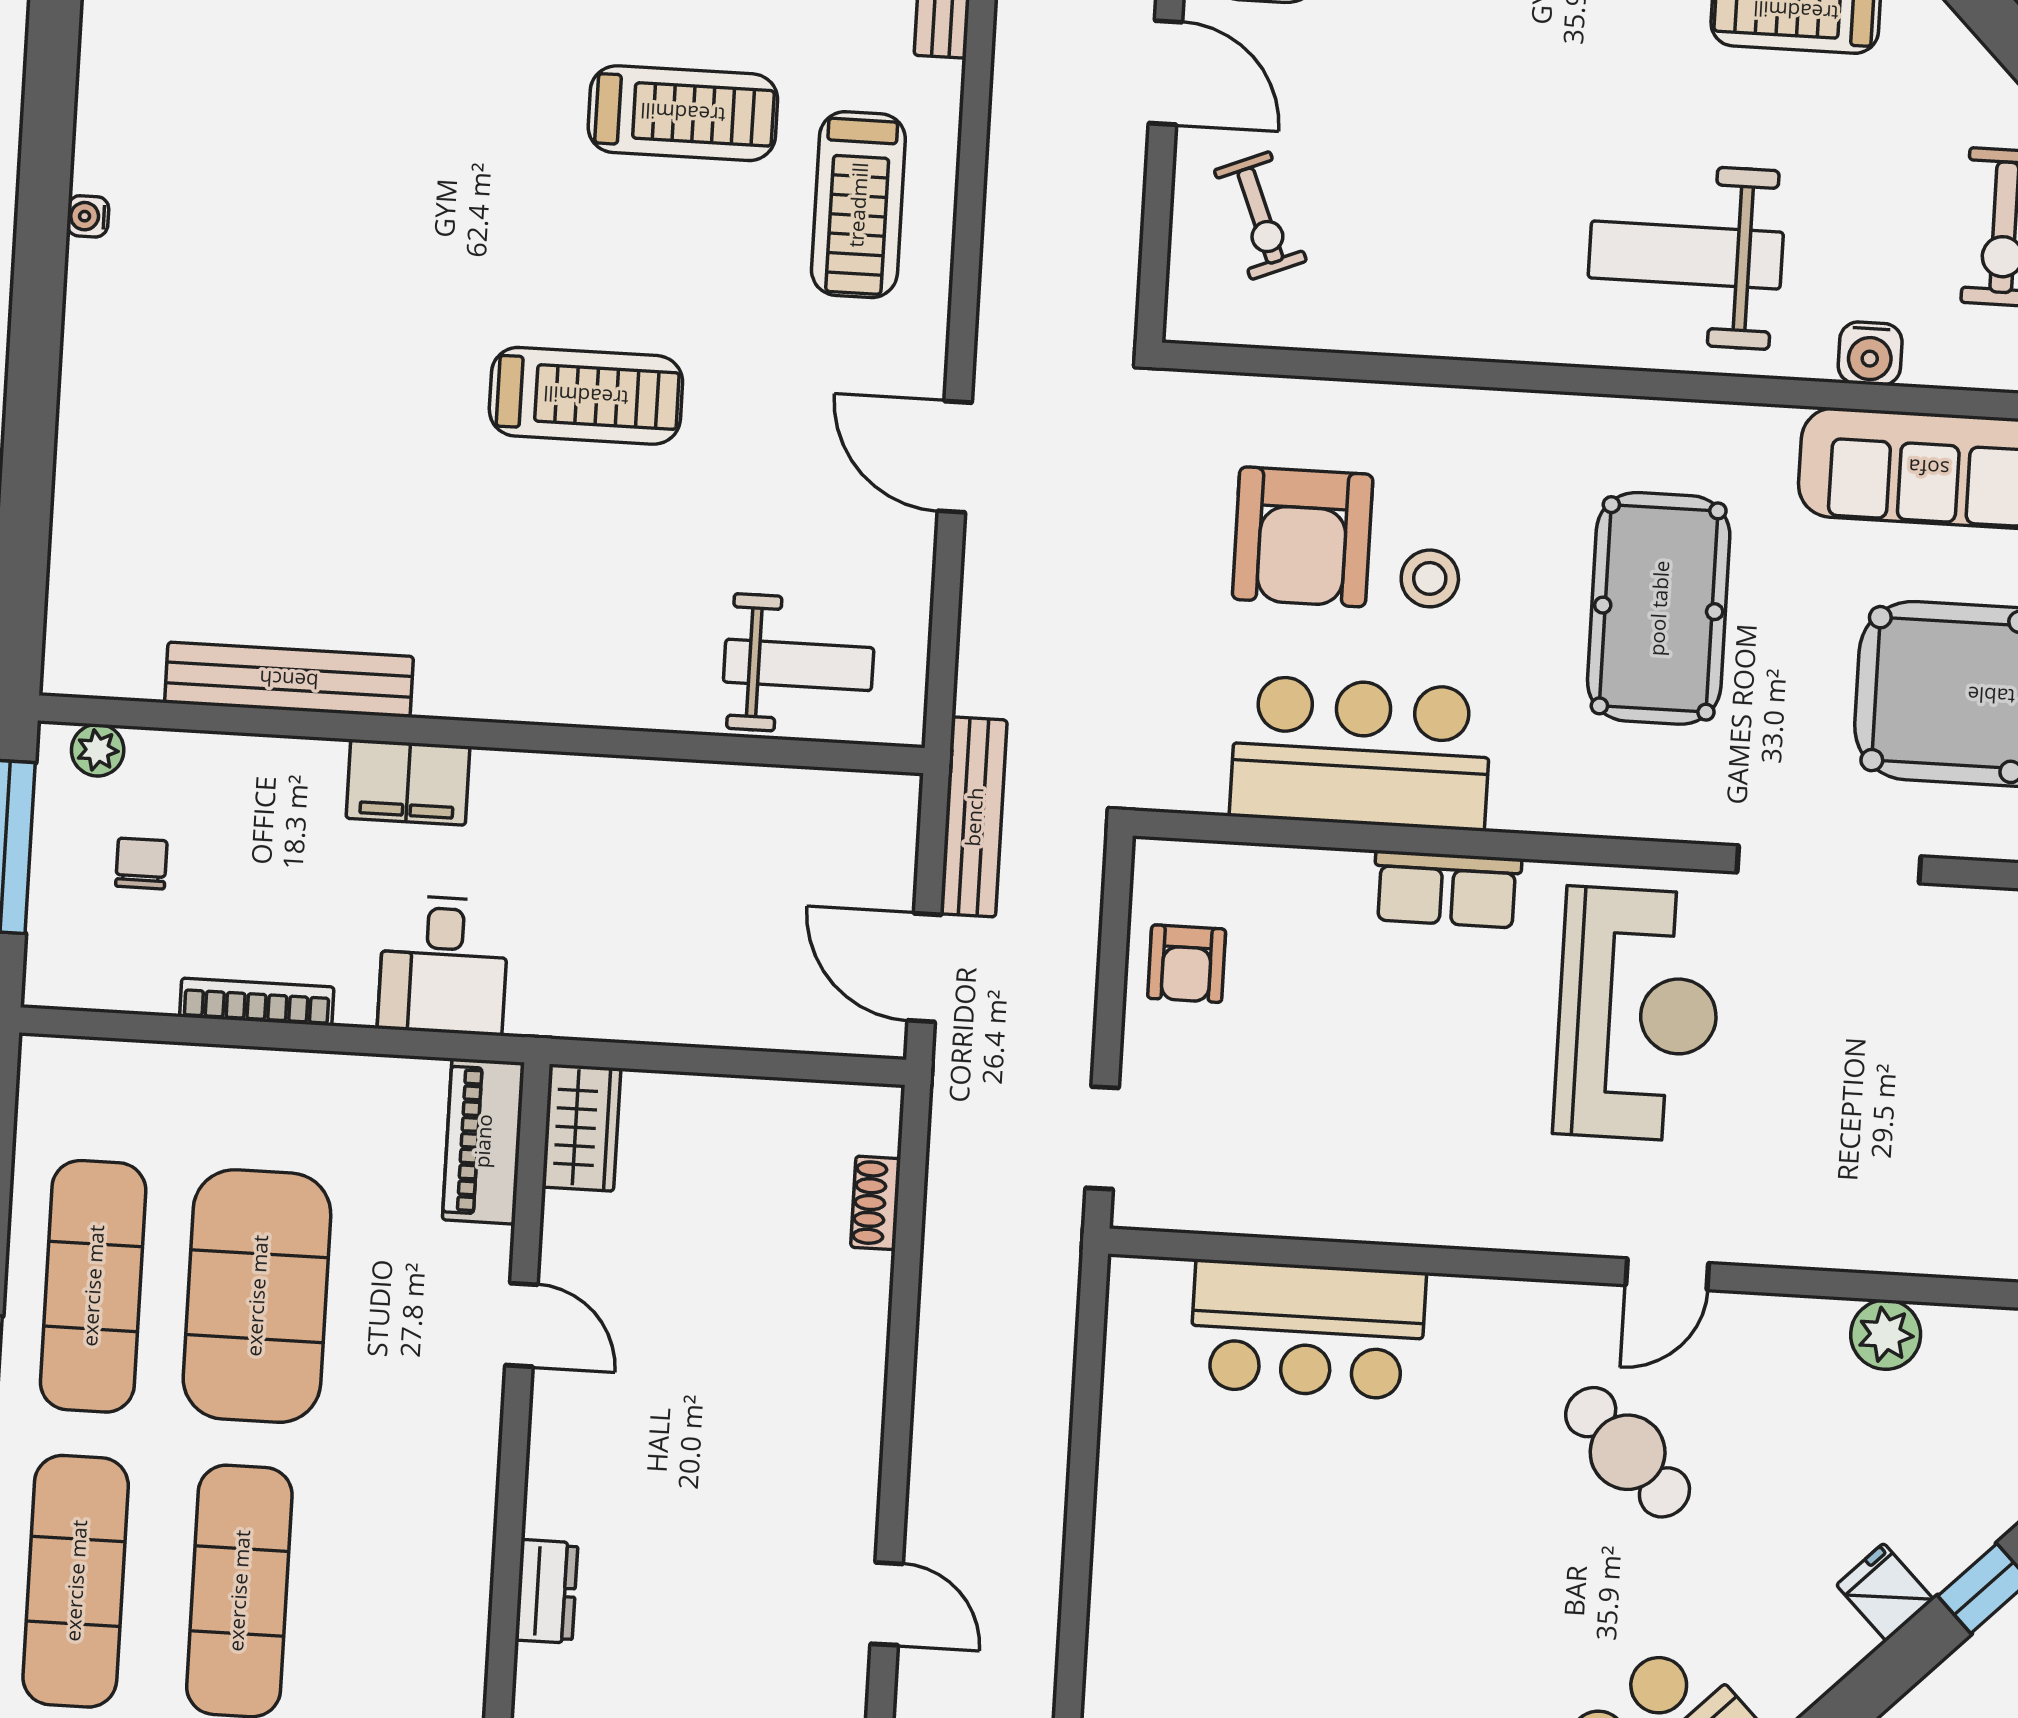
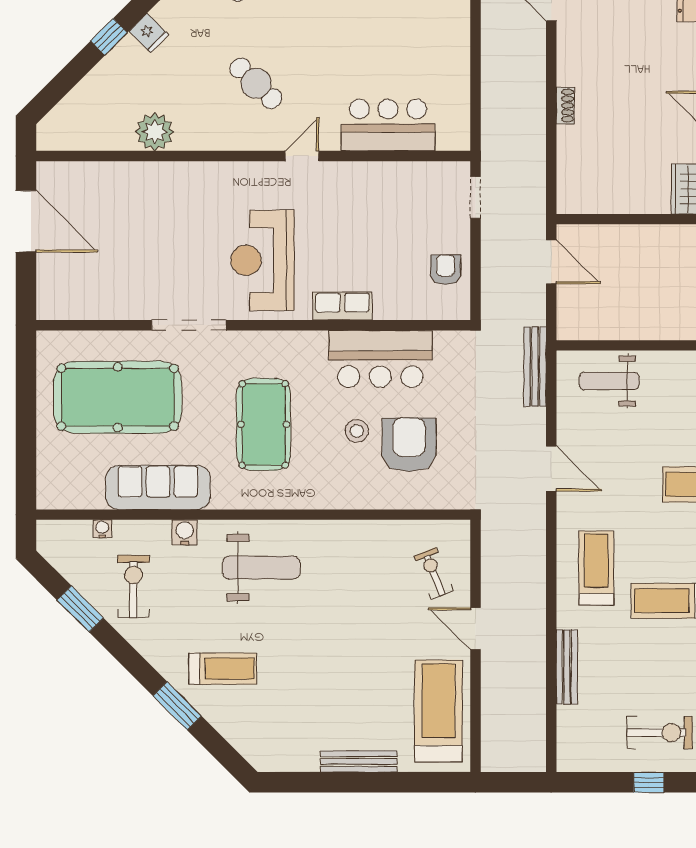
bench: (974, 817) -> (535, 367), moved
shoe rack: (876, 1203) -> (565, 106), moved
door: (1667, 1274) -> (302, 156), moved
plant: (1886, 1335) -> (155, 132), width x1.36, depth x1.36

